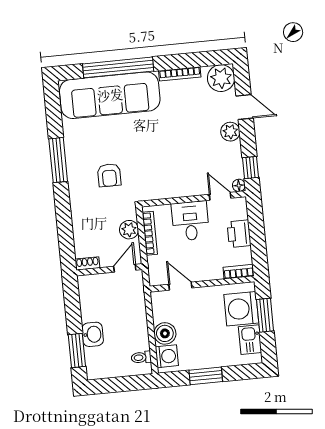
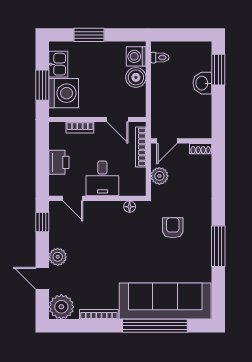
floor lamp: (239, 185) -> (130, 207), moved
bookcase: (150, 233) -> (141, 147), moved
bookcase: (239, 272) -> (80, 127), moved
window: (206, 376) -> (89, 35), moved

